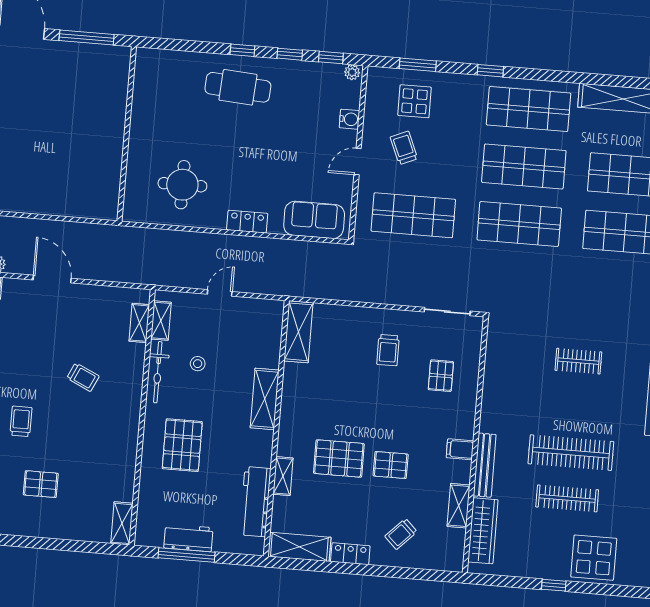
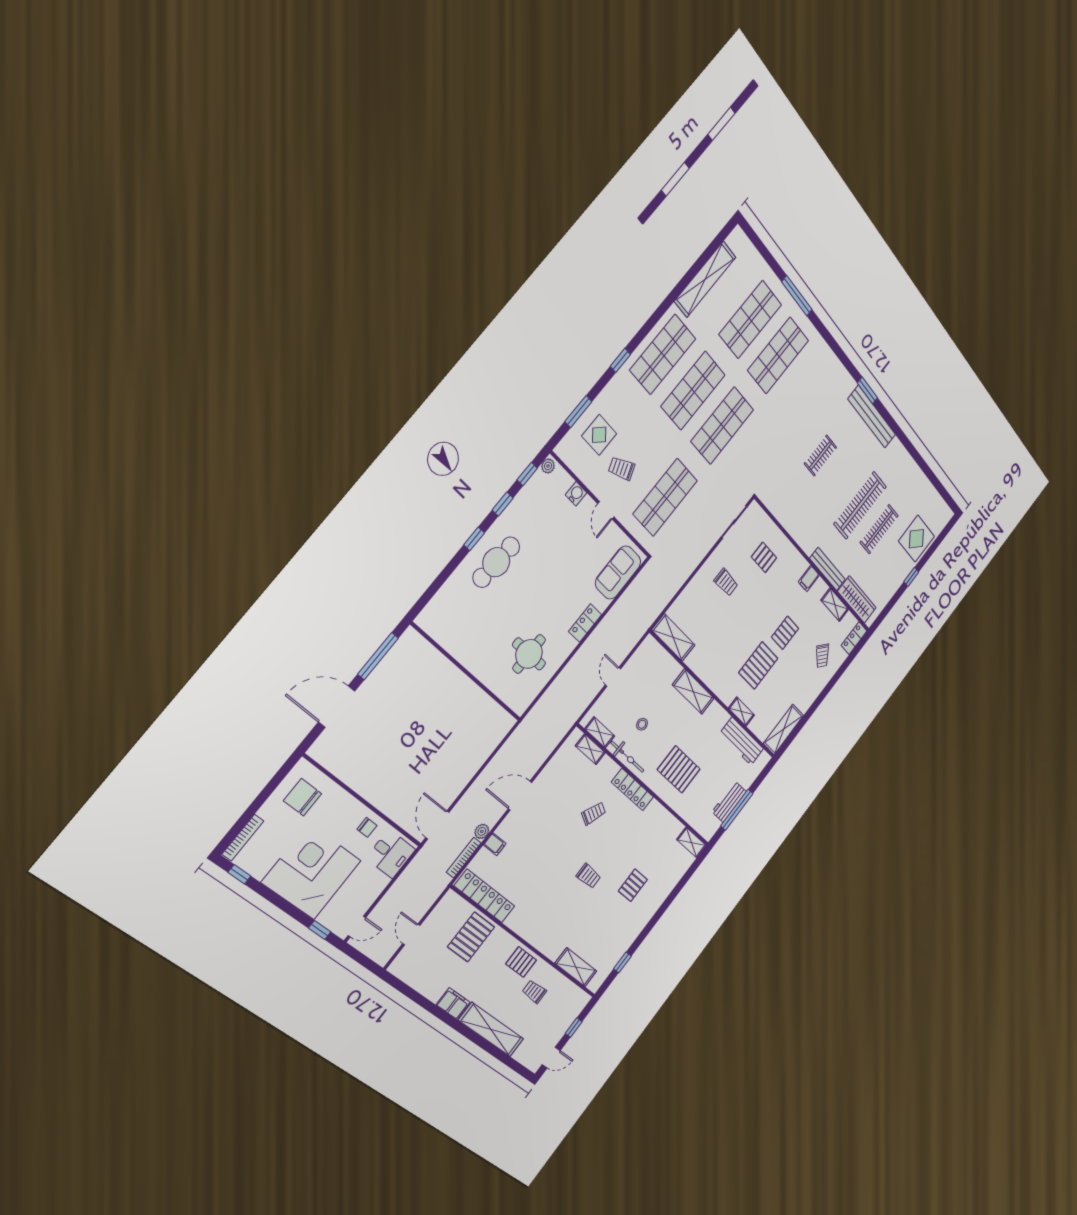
locker: (131, 405) -> (632, 790), added
trolley: (21, 421) -> (589, 876), turned 180
locker: (350, 554) -> (854, 638), moved

